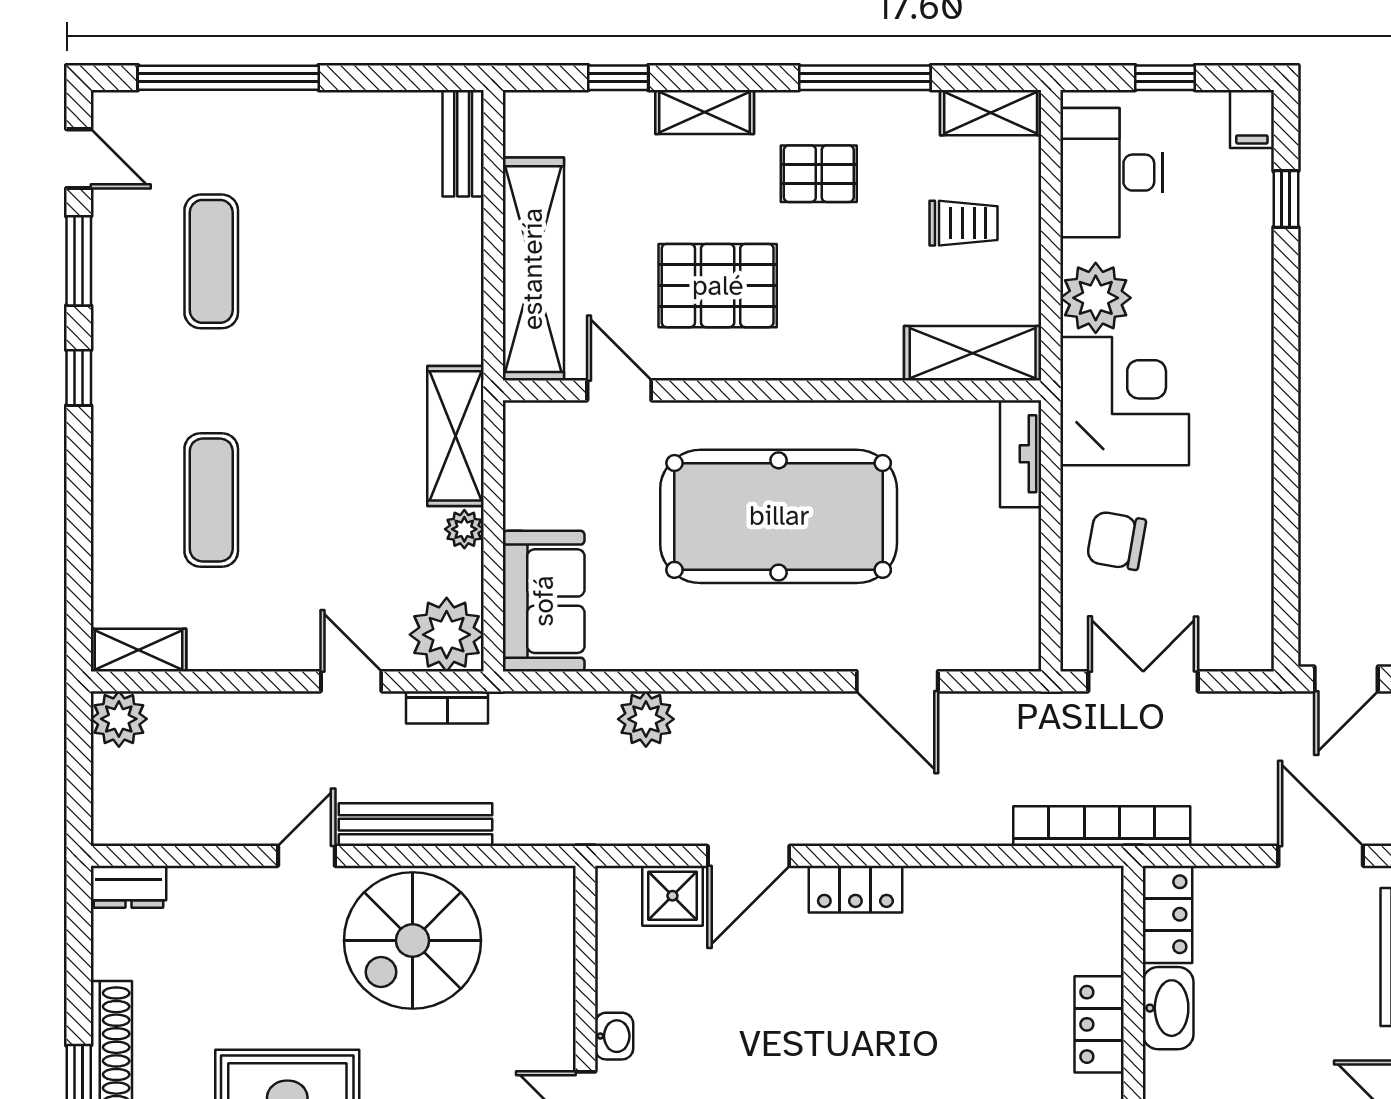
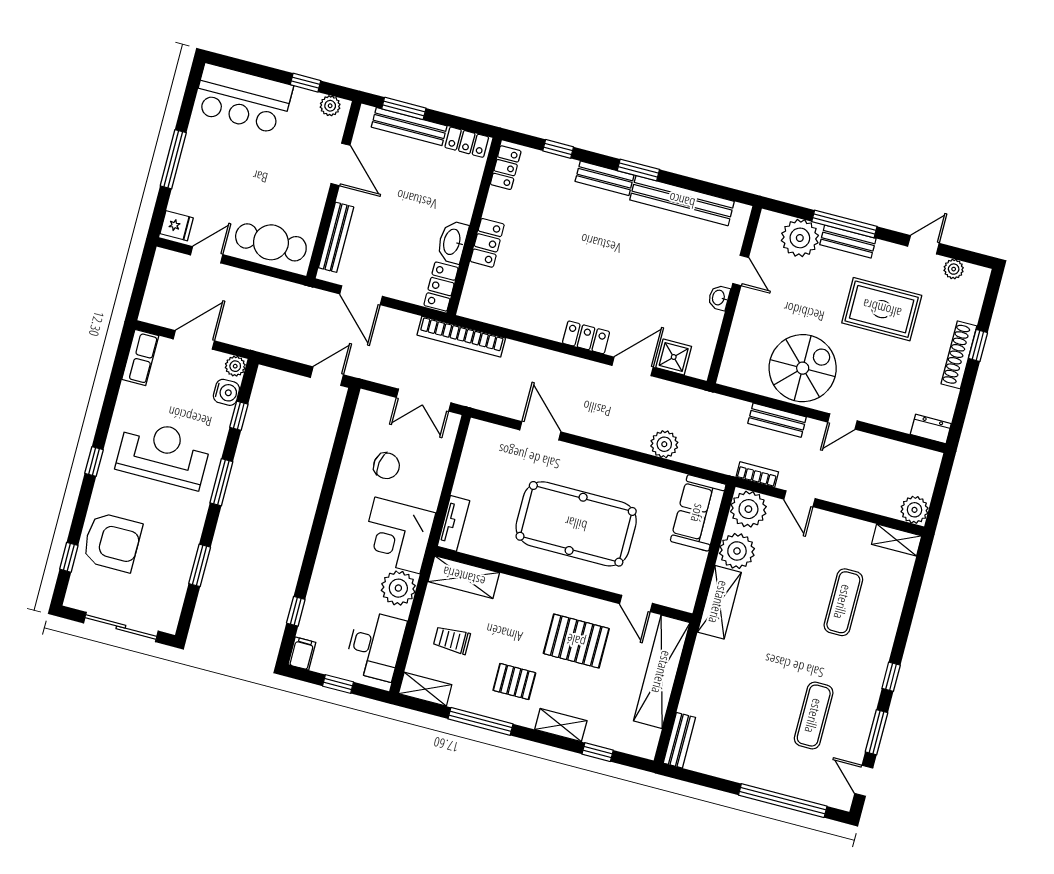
plant: (464, 529) -> (737, 551), width x1.87, depth x1.87
chair: (1116, 541) -> (387, 466), moved
bench: (416, 825) -> (777, 420), width x0.73

